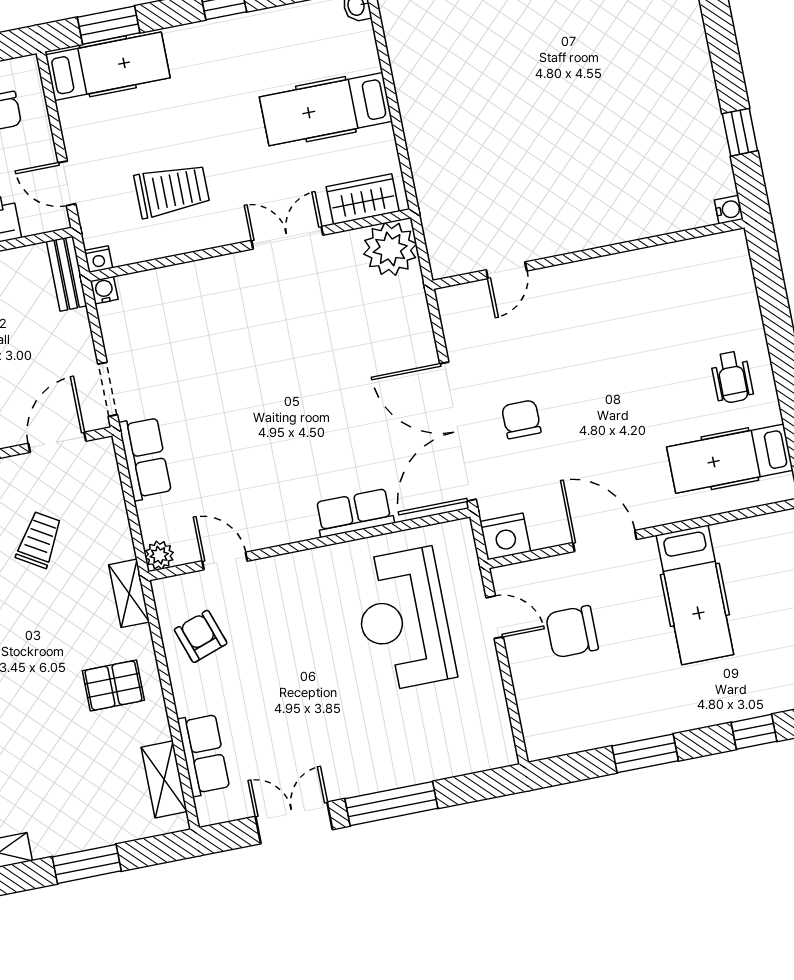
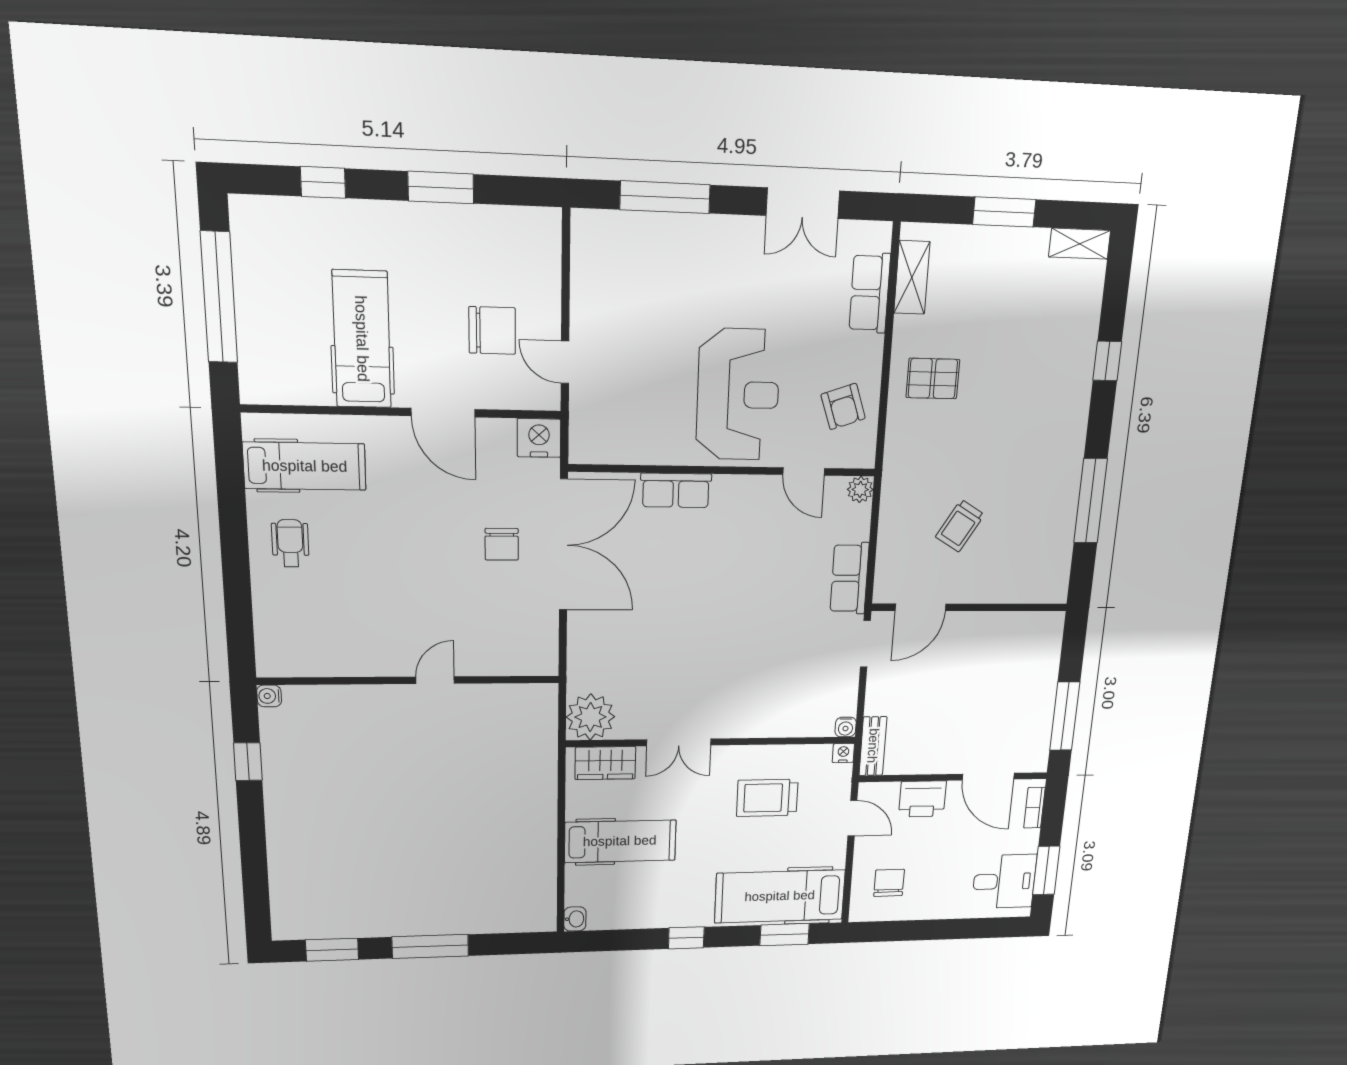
hospital bed: (108, 66) -> (780, 896), width x1.37, depth x1.29
door: (506, 270) -> (435, 680), moved
shelving: (129, 593) -> (896, 461), removed
reception desk: (403, 619) -> (738, 395), moved
window: (391, 804) -> (665, 197), moved

